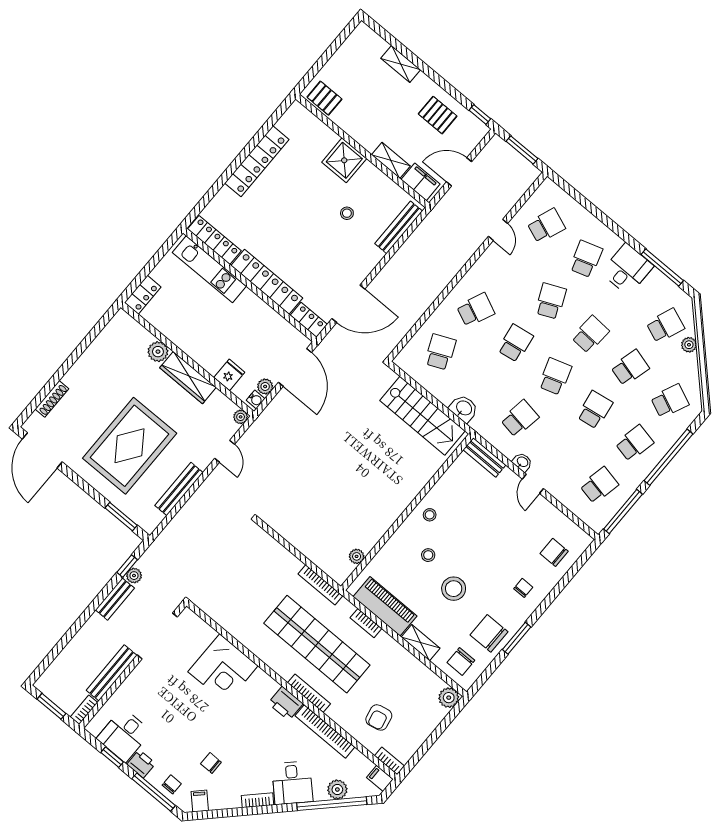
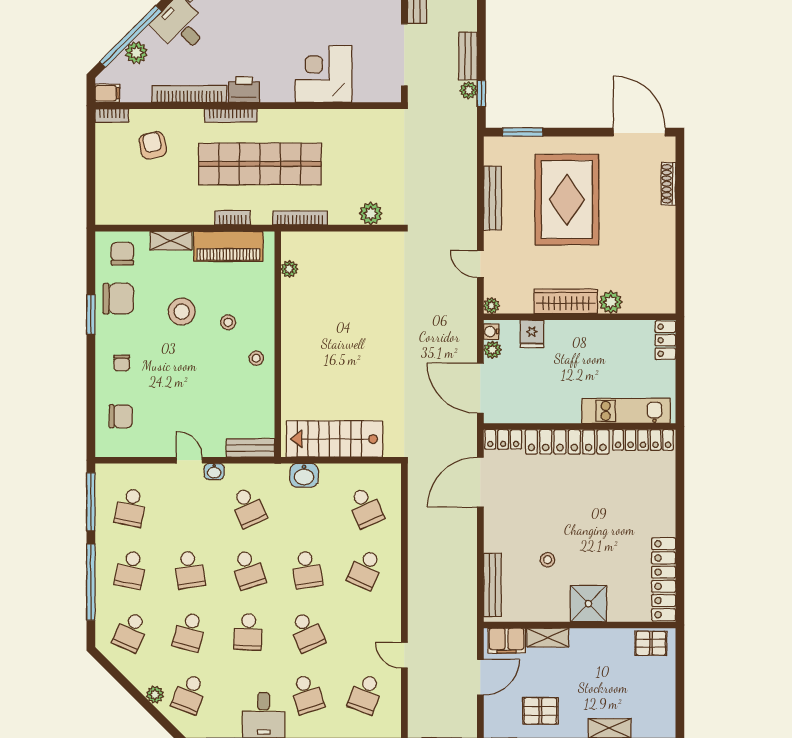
locker: (257, 161) -> (664, 579), moved
school desk: (520, 419) -> (248, 507), turned -33
plant: (449, 698) -> (371, 213), moved

